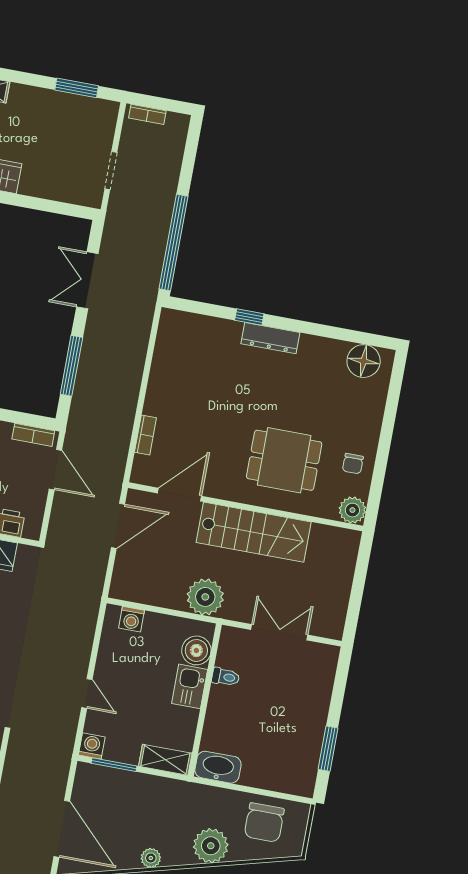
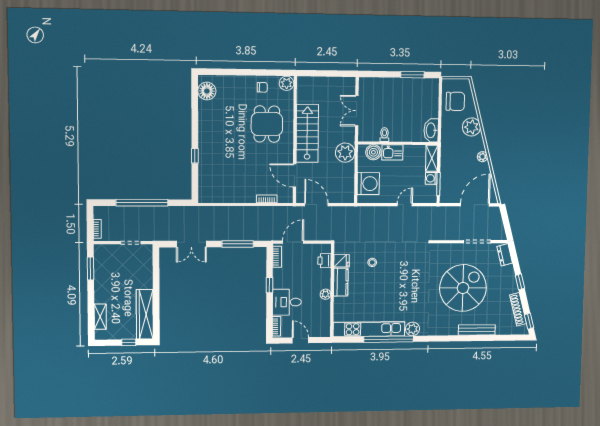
window: (174, 243) -> (142, 203), moved
dresser: (270, 338) -> (204, 143), removed
washing machine: (132, 619) -> (368, 184), width x1.89, depth x1.89
washing machine: (92, 746) -> (431, 178), moved

